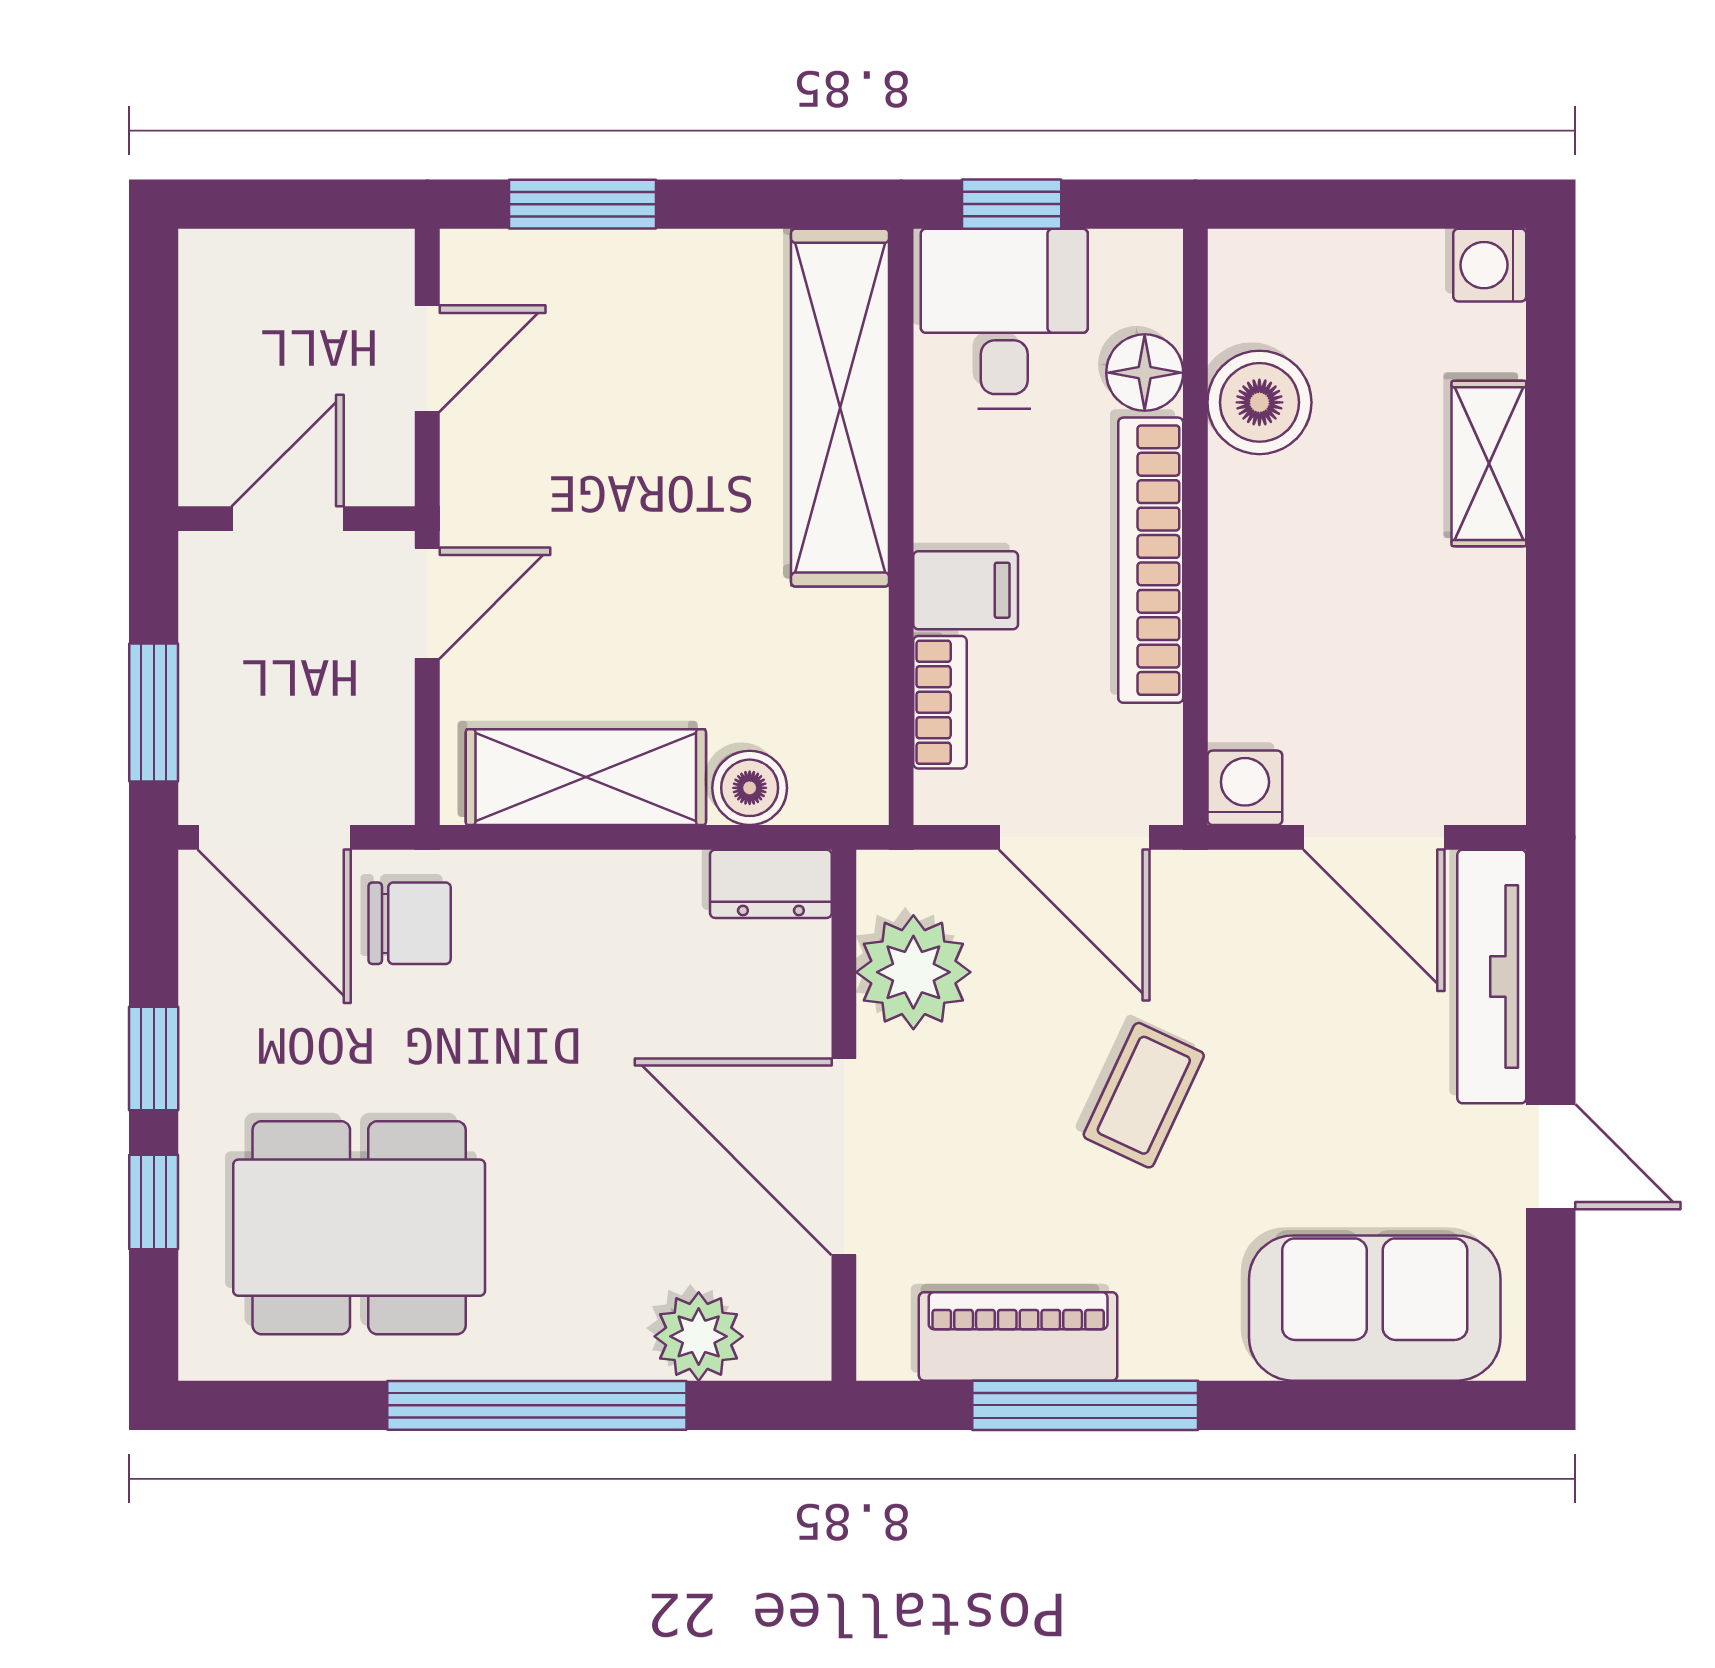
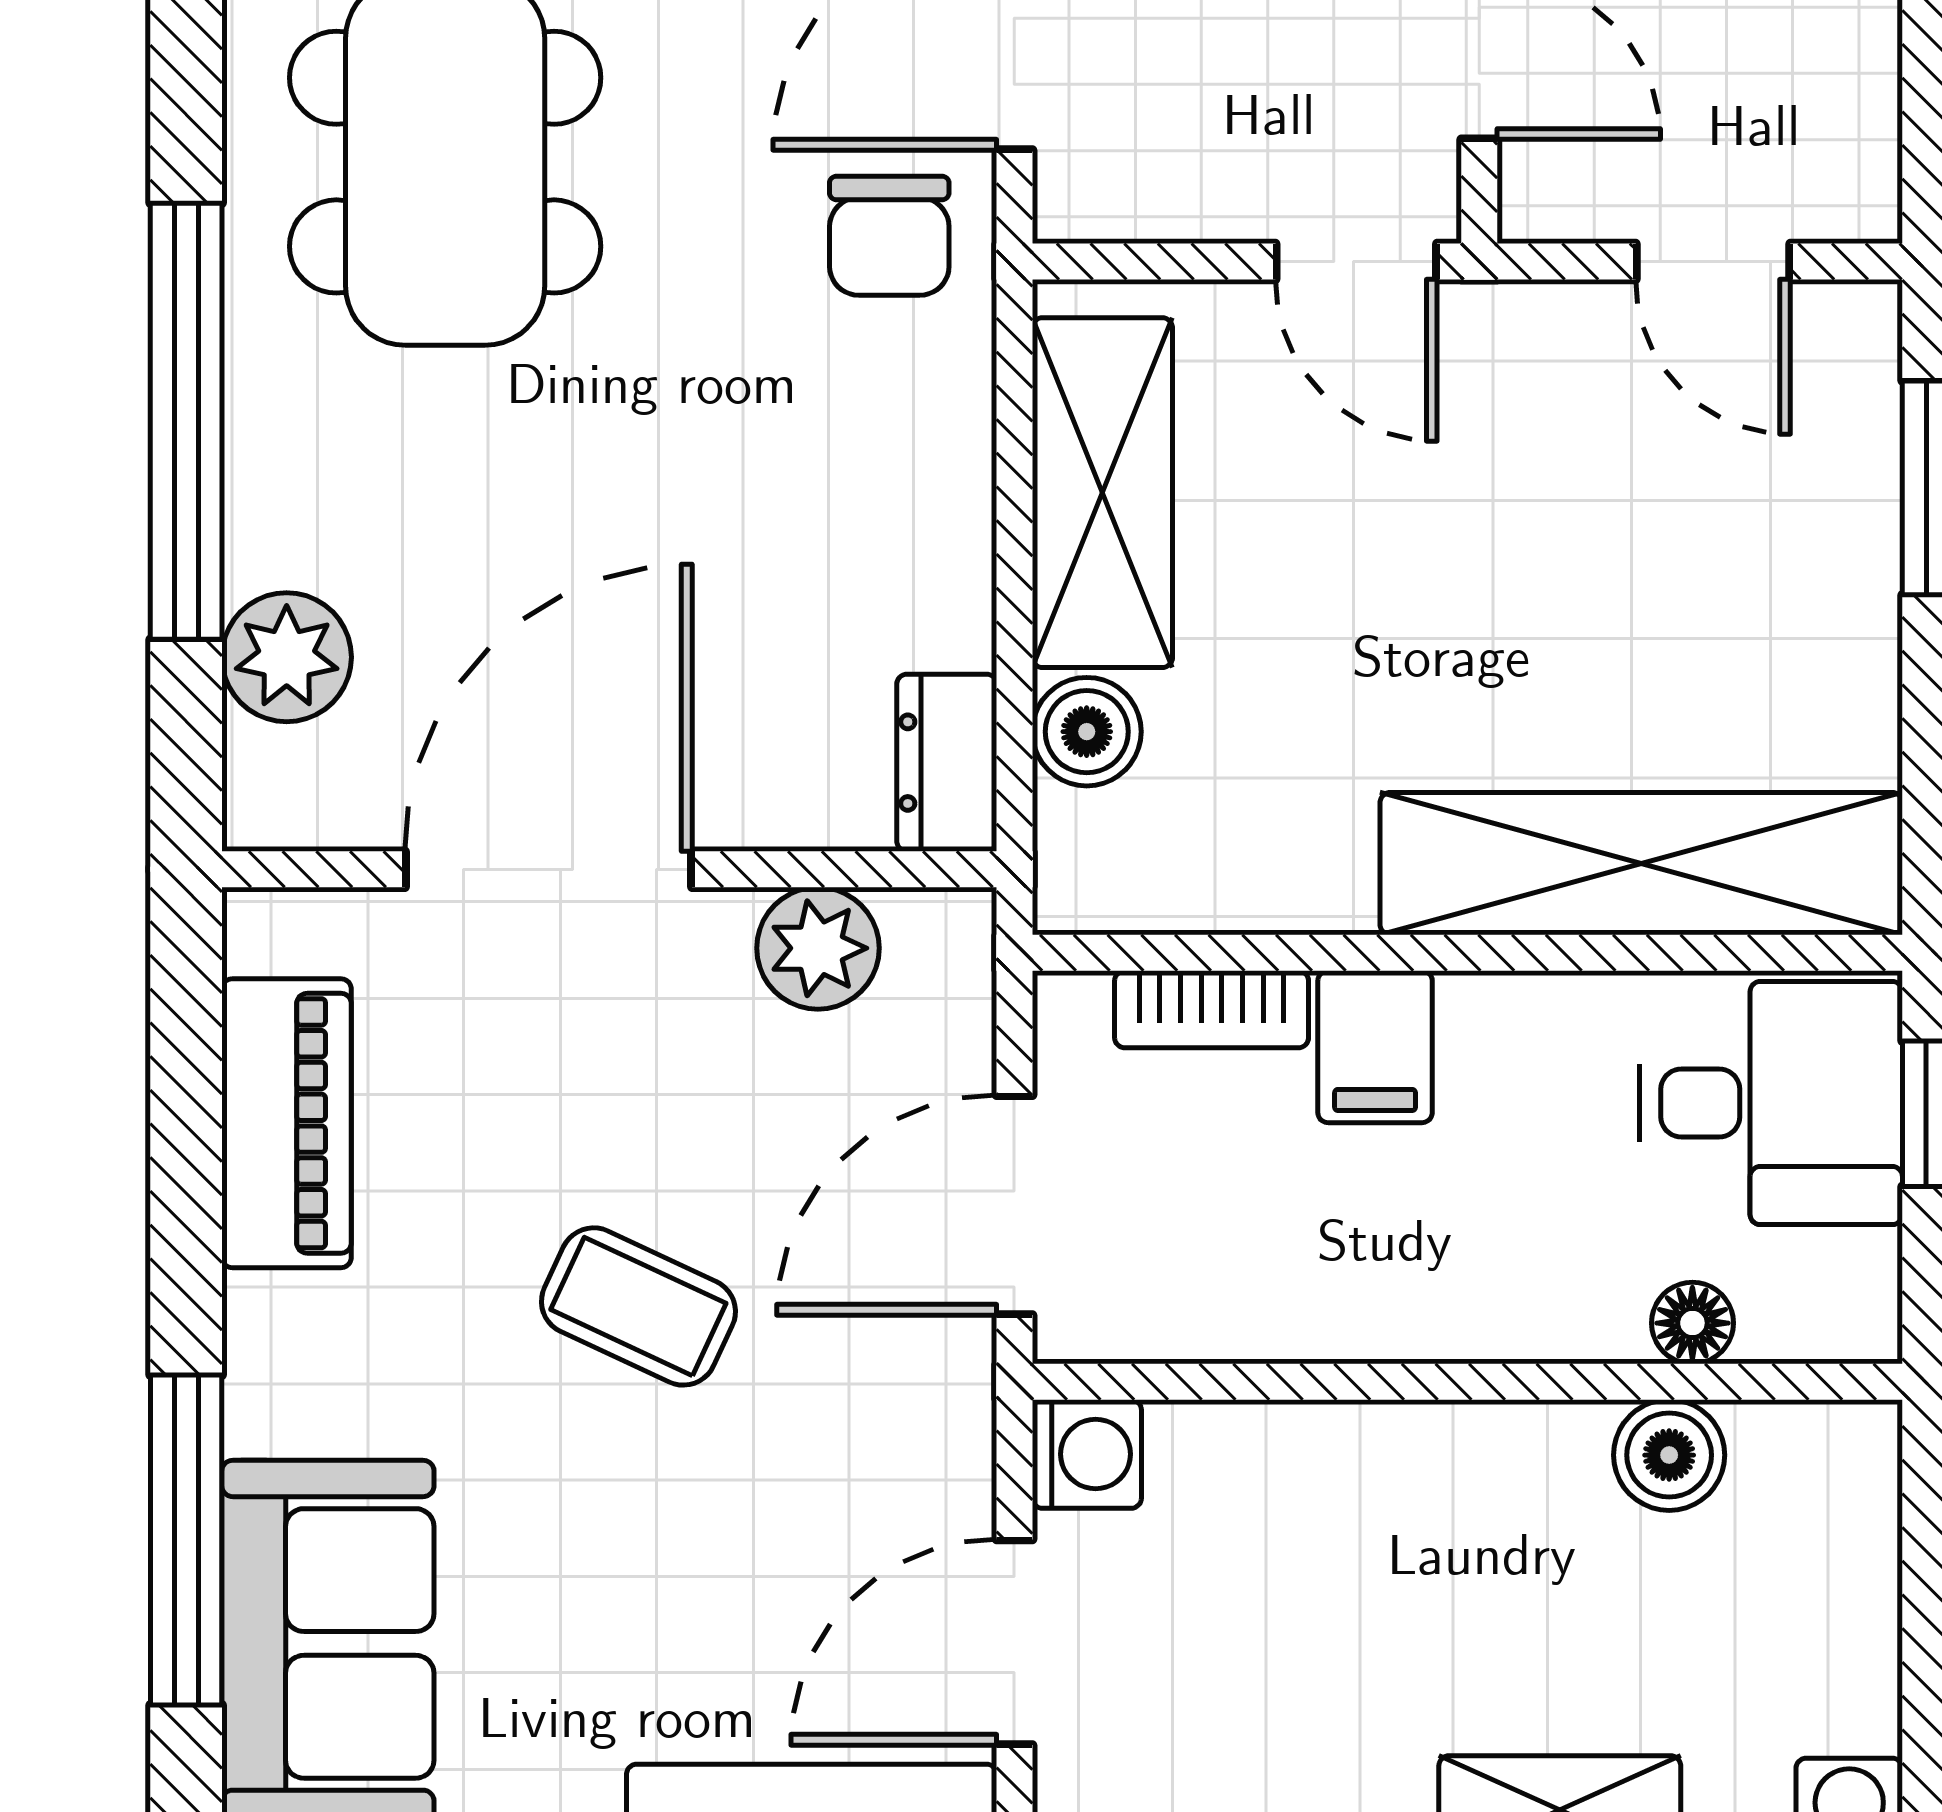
floor lamp: (1145, 373) -> (1692, 1323), width x0.73, depth x0.73
boiler: (1259, 402) -> (1669, 1455), width x0.73, depth x0.73
bookcase: (1151, 560) -> (1419, 1317), removed
plant: (913, 972) -> (818, 948), width x0.73, depth x0.73
window: (1085, 1405) -> (186, 1540), moved

